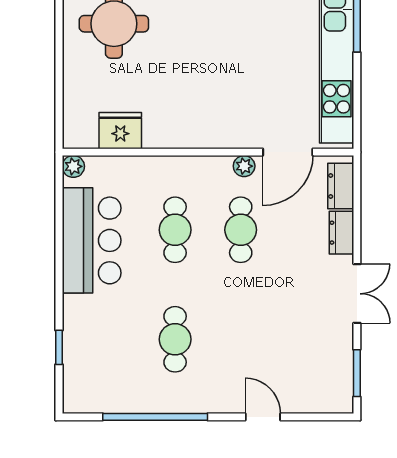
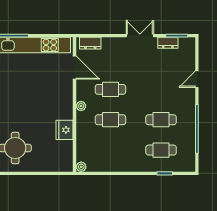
fridge: (120, 131) -> (65, 130), moved
plant: (244, 166) -> (81, 106), moved
dresser: (341, 233) -> (168, 43), moved
bar counter: (92, 240) -> (115, 158), removed
cafe table: (109, 339) -> (161, 150), added

